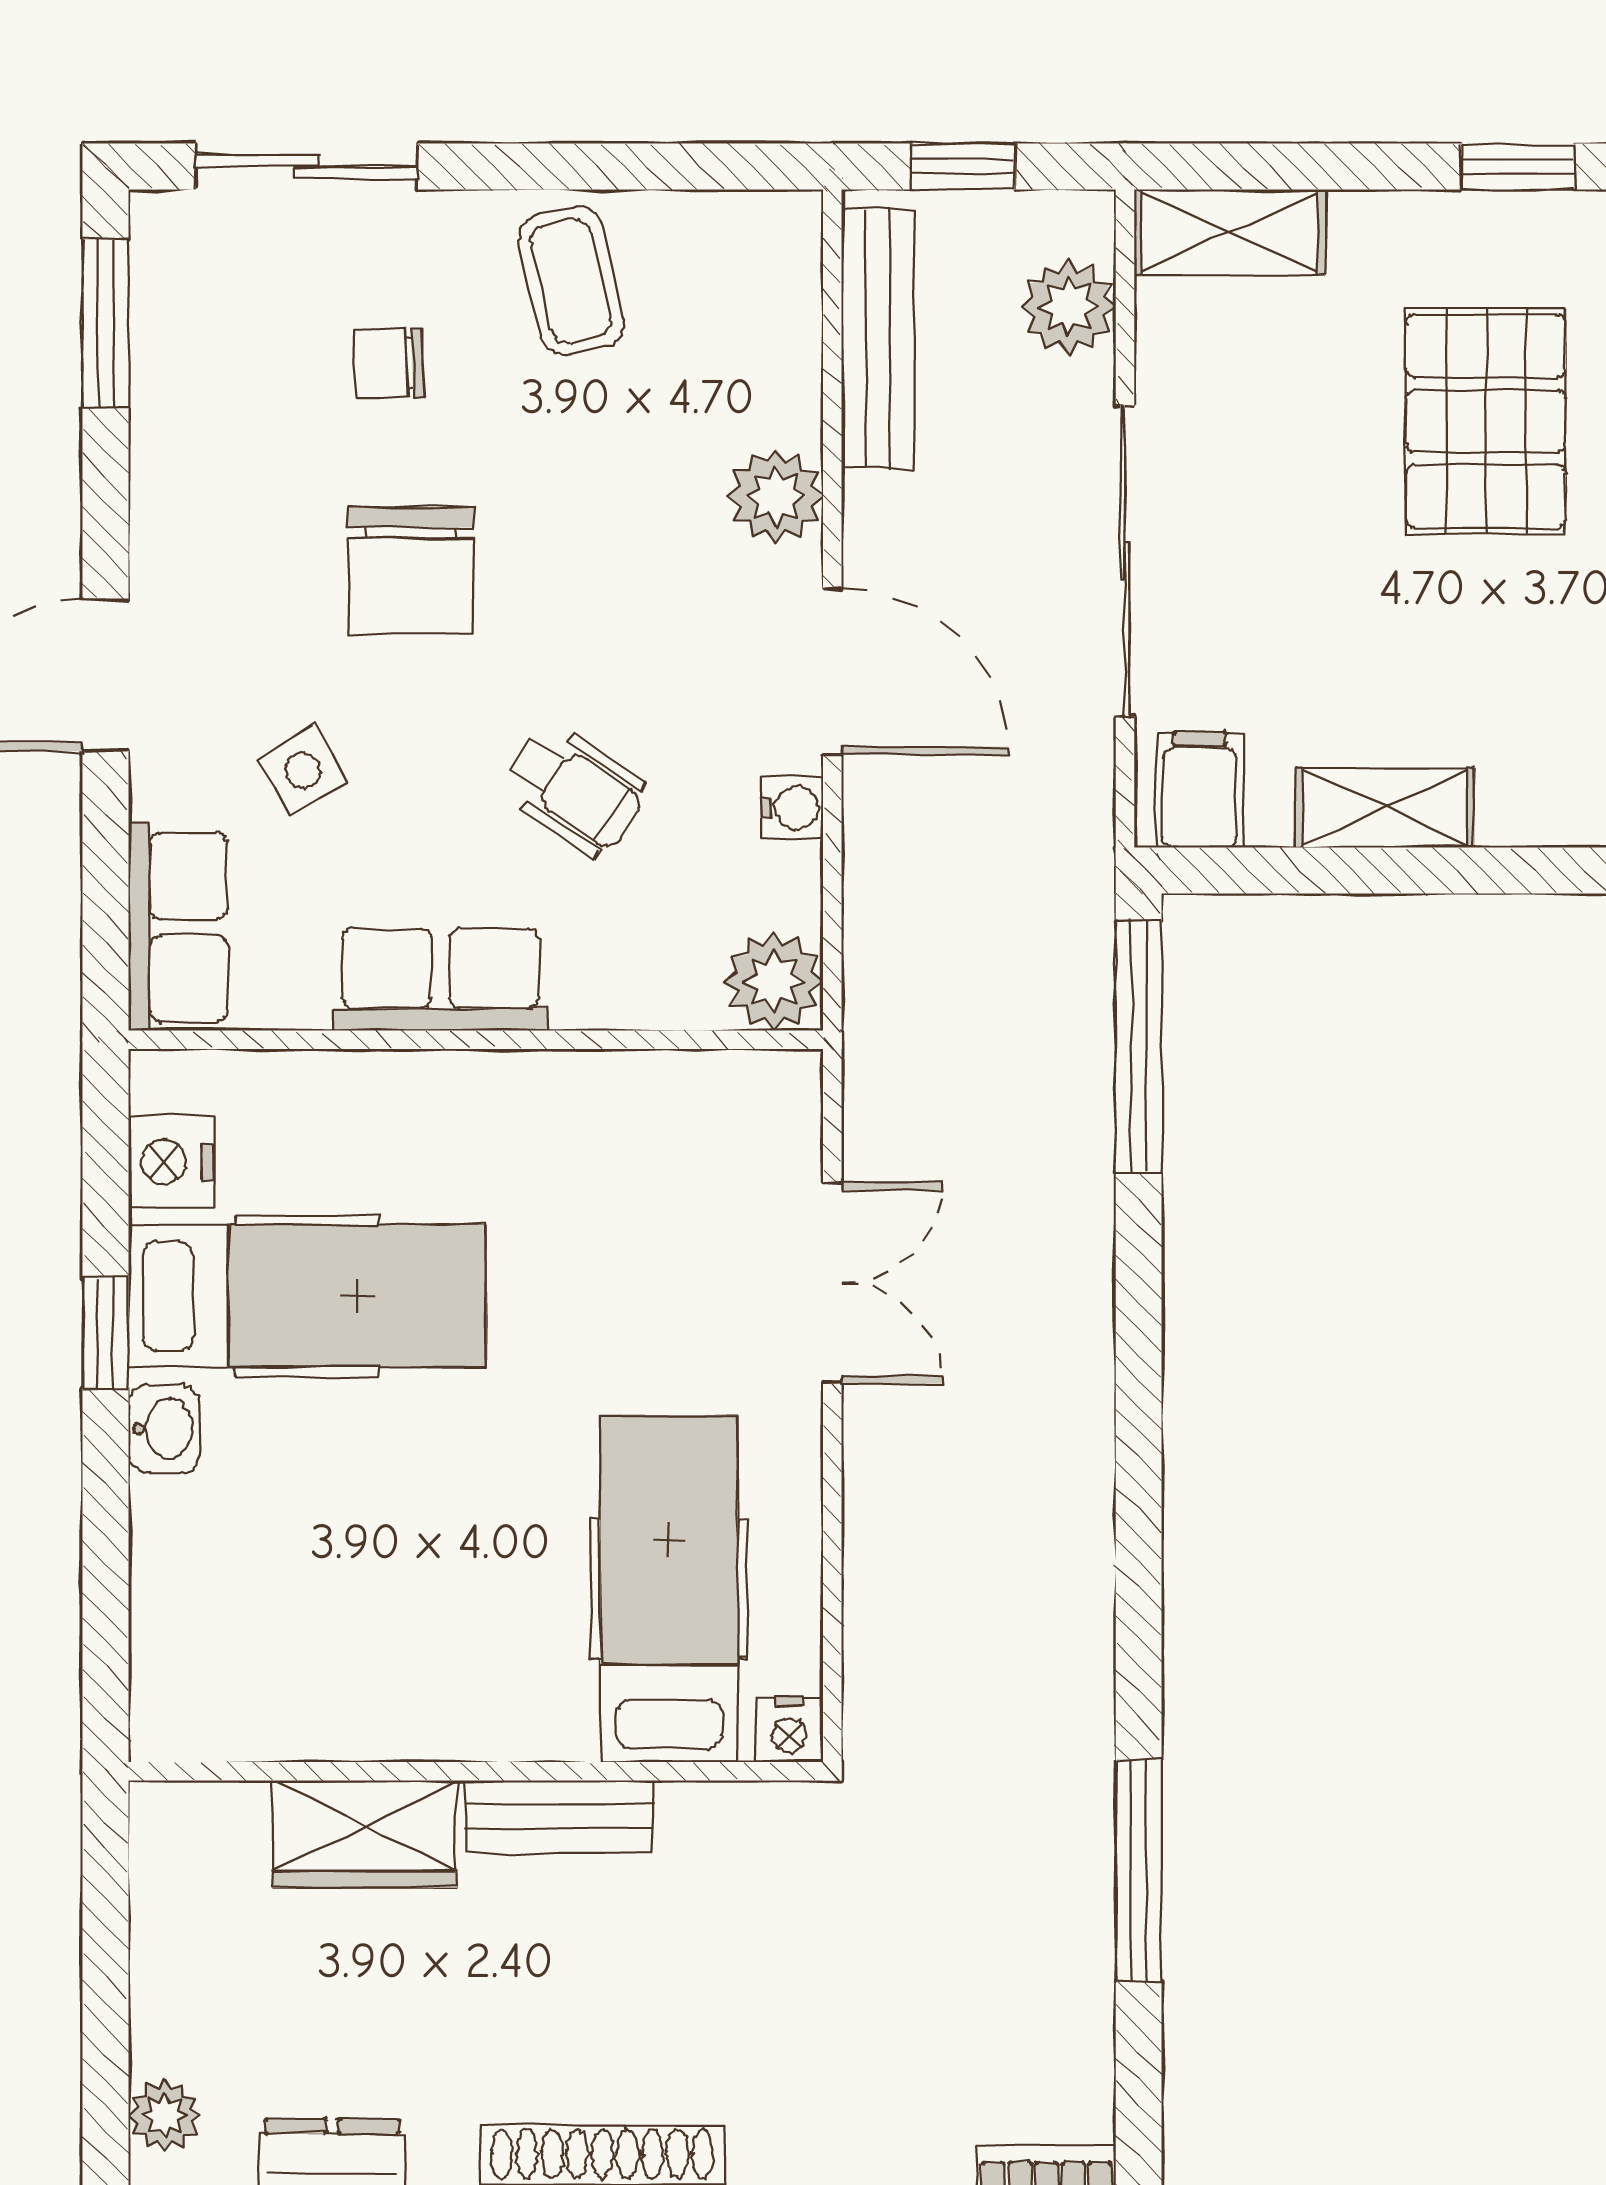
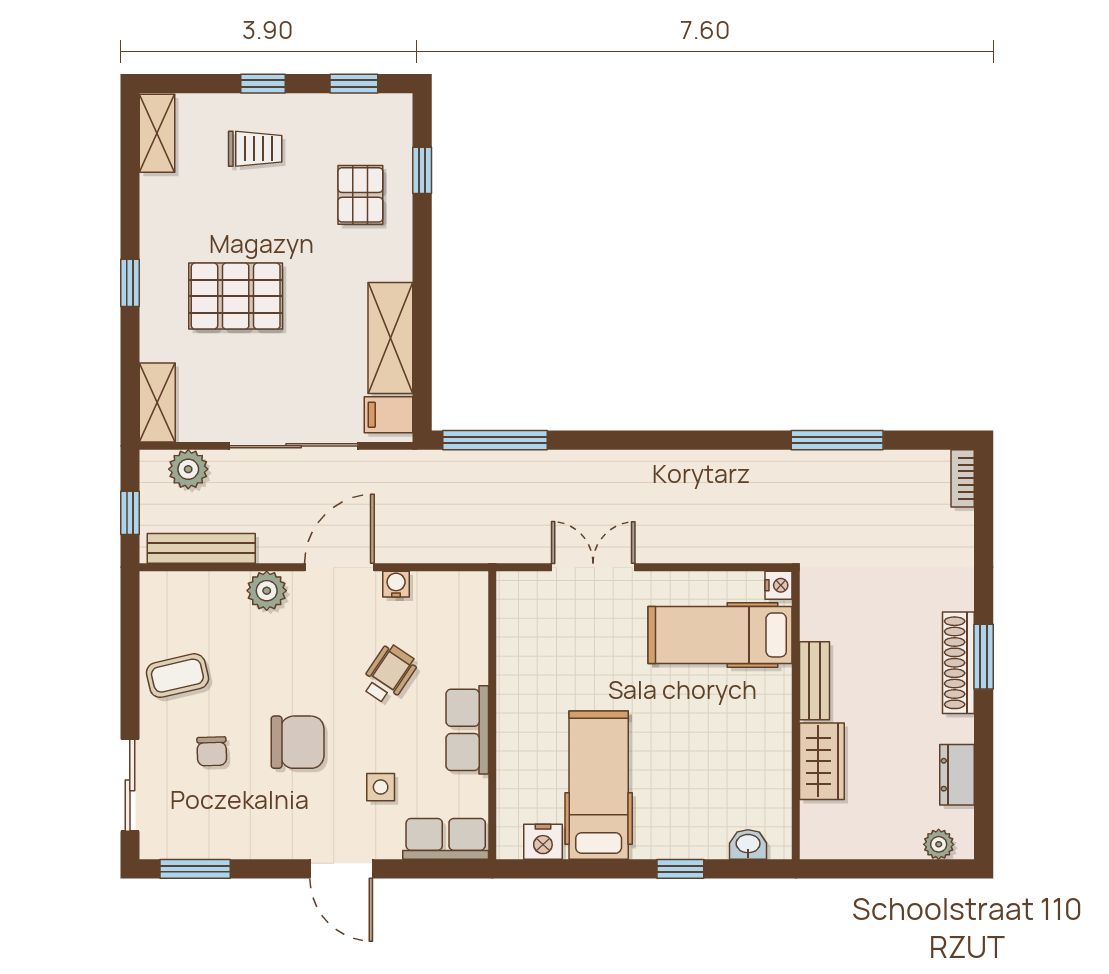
side table: (303, 771) -> (381, 787), turned 31
shelving: (1385, 808) -> (390, 338), width x1.50, depth x1.33
plant: (774, 981) -> (468, 591), removed
window: (105, 1333) -> (680, 869), moved
washbasin: (164, 1428) -> (748, 844), moved

